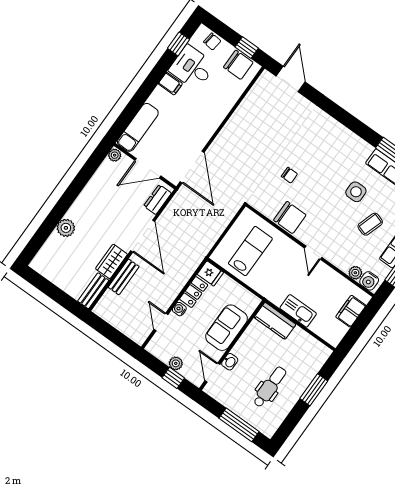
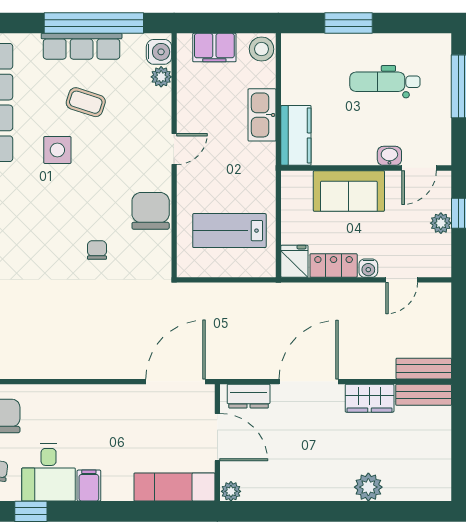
bench: (124, 277) -> (424, 369), moved
stool: (333, 335) -> (262, 49), added

